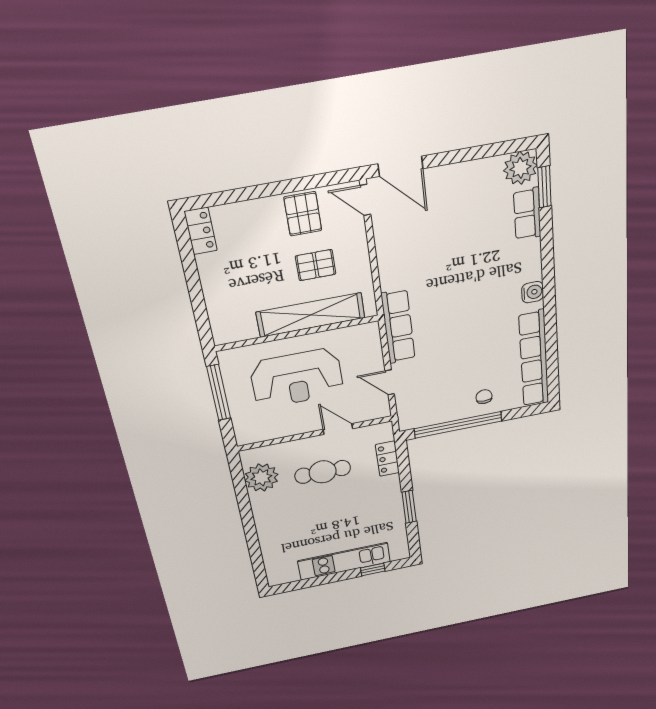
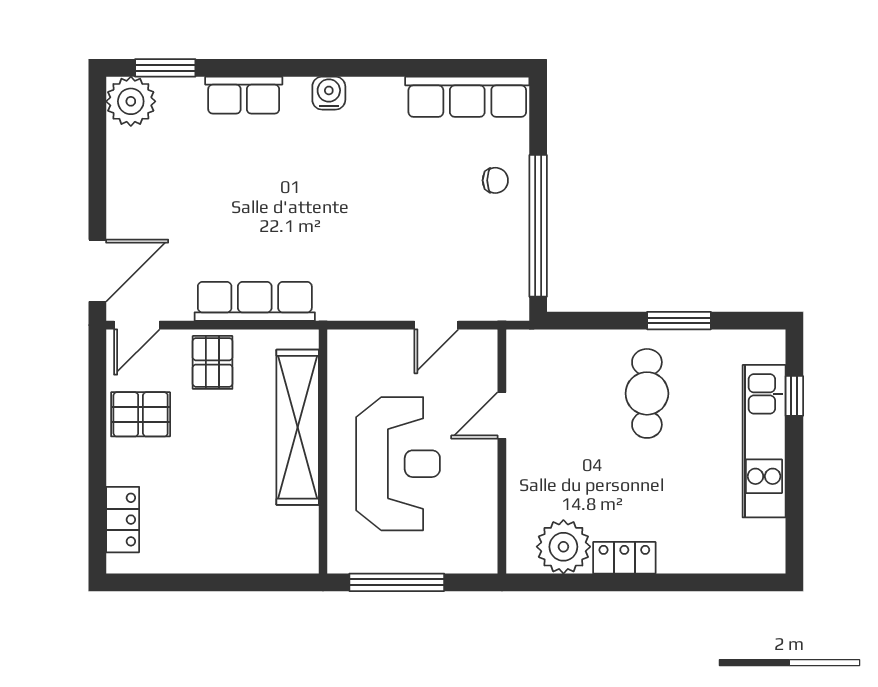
row of seats: (527, 214) -> (244, 95), moved
locker: (201, 231) -> (123, 520), moved, turned 90
pallet: (316, 265) -> (213, 362), moved
row of seats: (398, 326) -> (255, 301), moved
row of seats: (534, 359) -> (467, 97), width x0.73
chair: (484, 397) -> (495, 180), turned 180
locker: (387, 459) -> (624, 558), moved, turned 180
cafe table: (323, 472) -> (647, 393), moved

